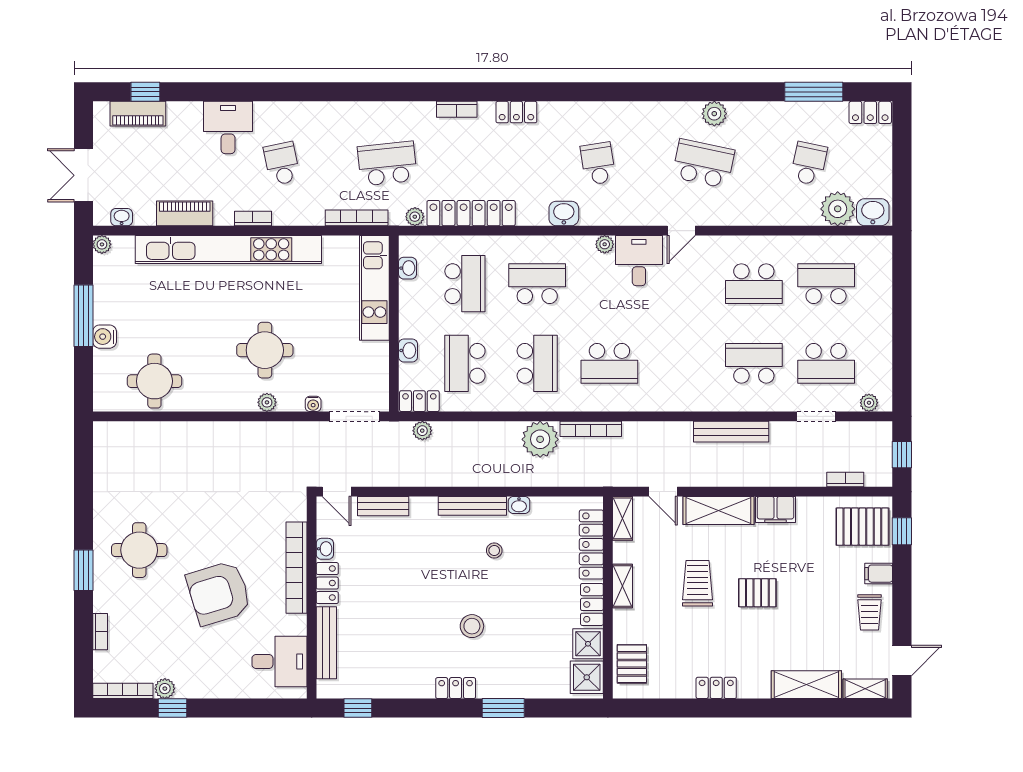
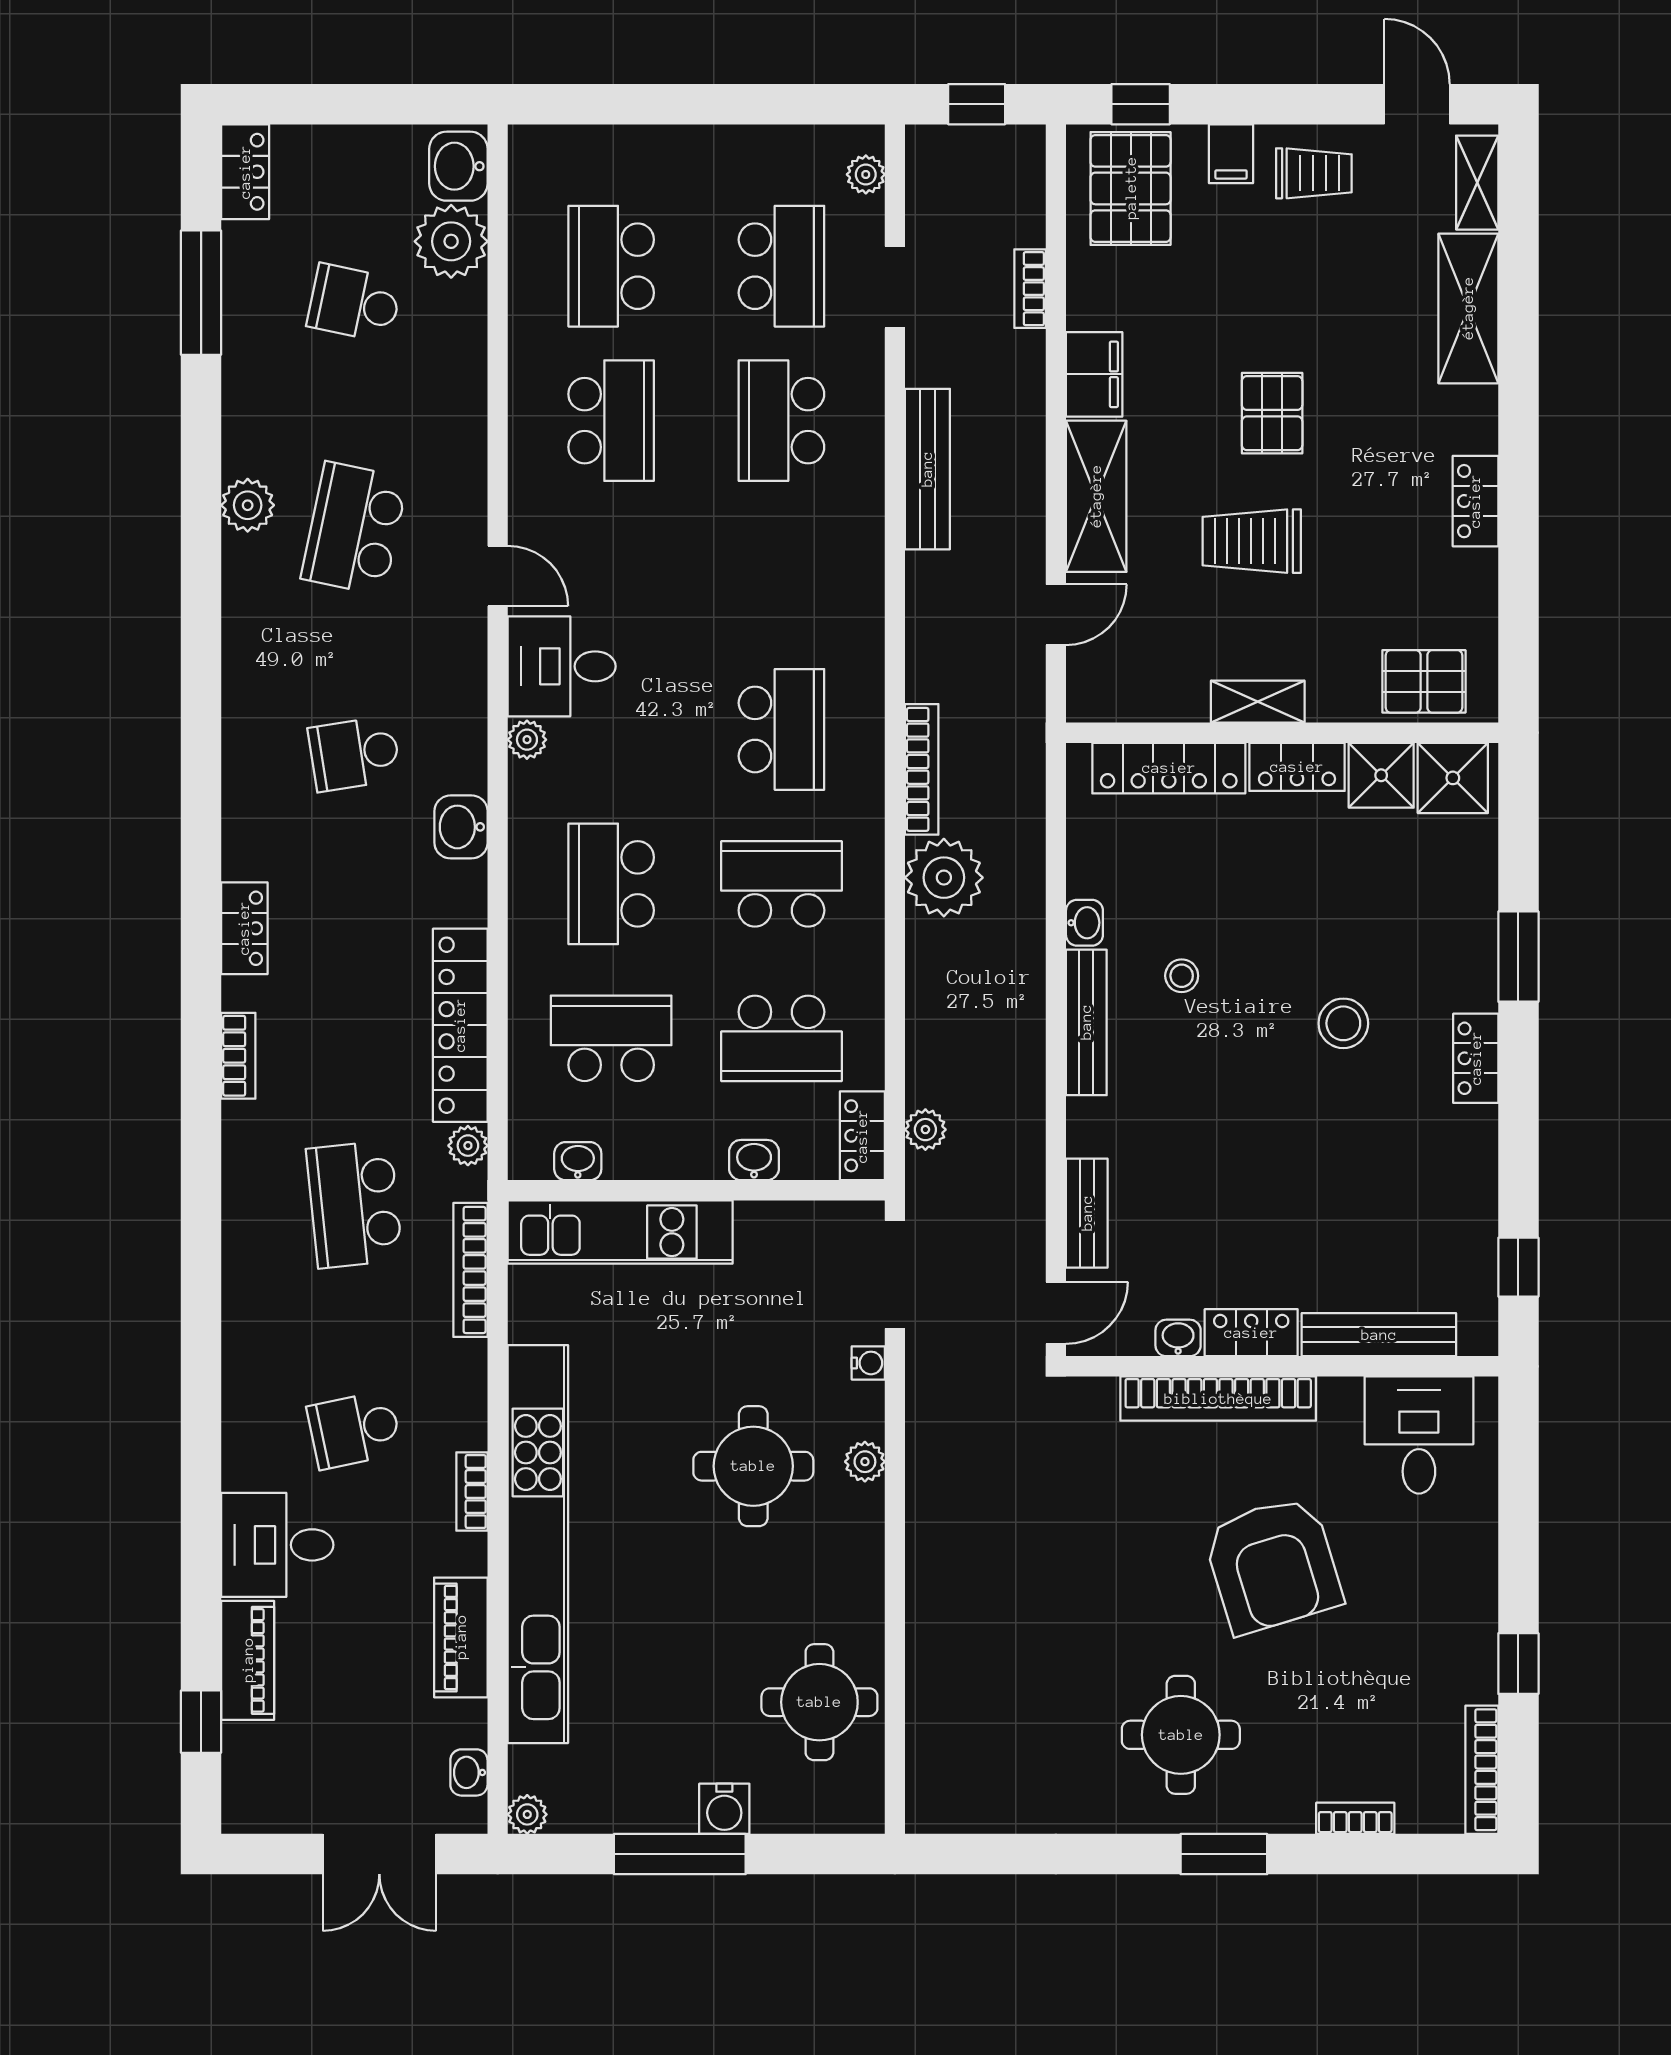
piano: (138, 114) -> (248, 1660), moved
bookcase: (845, 480) -> (1030, 289), moved
shelving: (622, 518) -> (1113, 701), removed
plant: (165, 689) -> (1477, 1680), removed

